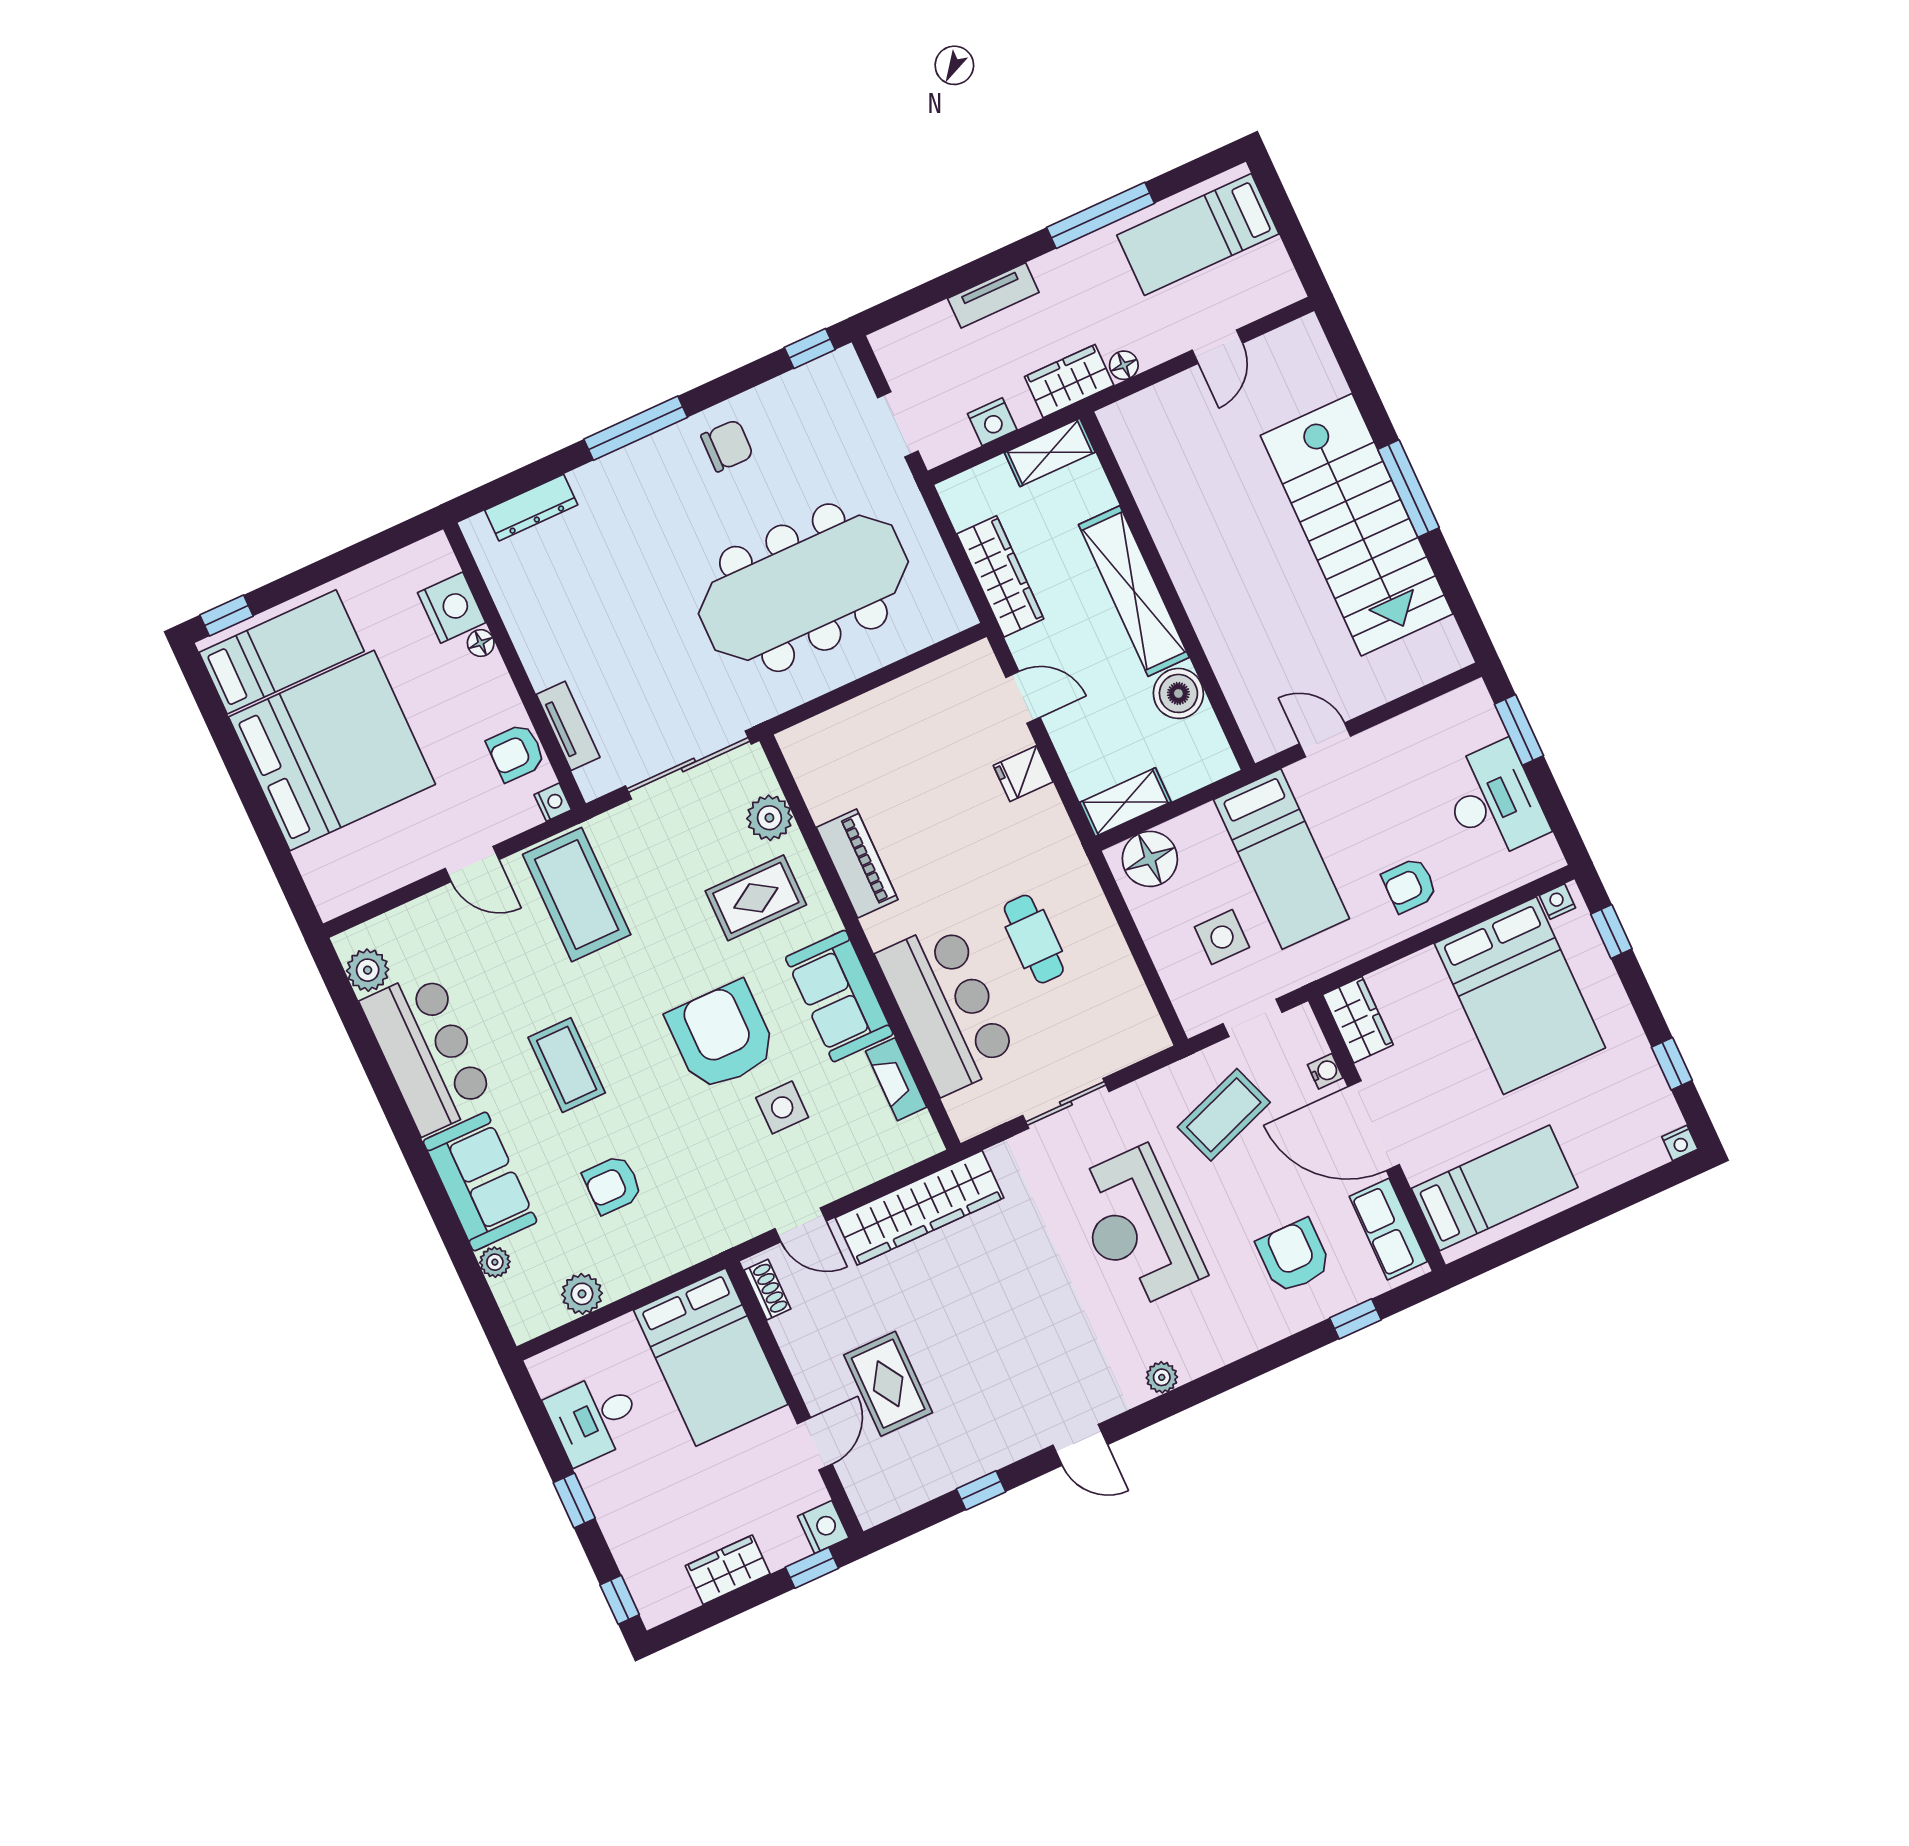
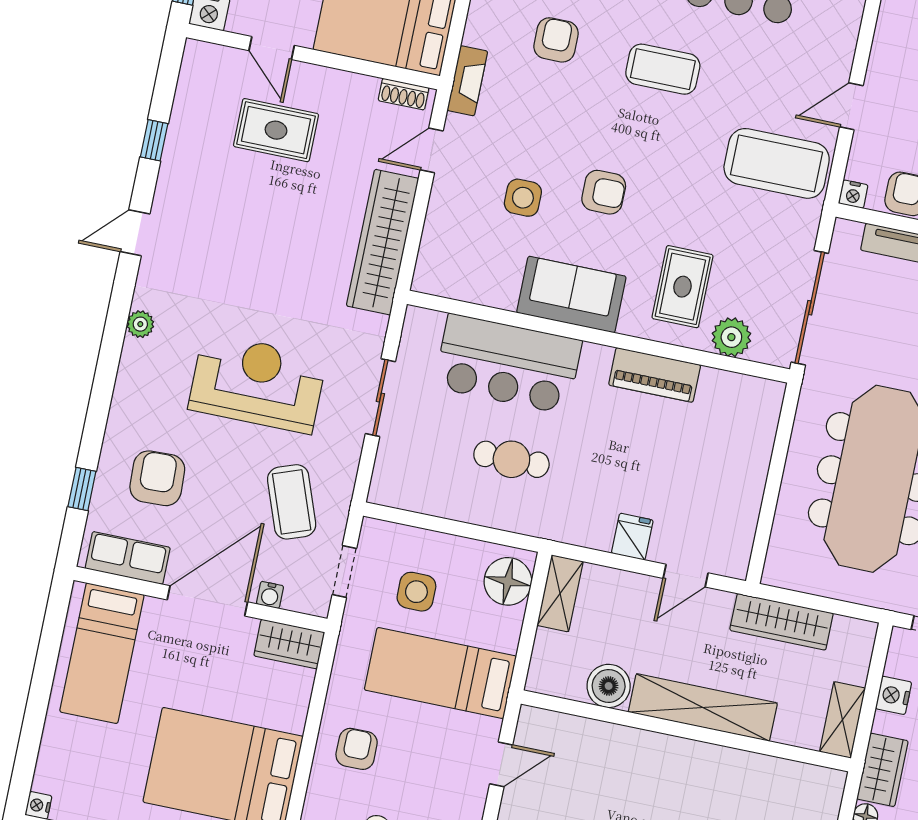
armchair: (722, 1036) -> (604, 192), width x0.53, depth x0.53
fireplace: (896, 1079) -> (467, 81), moved, turned 90
armchair: (1294, 1256) -> (157, 478), turned -92

